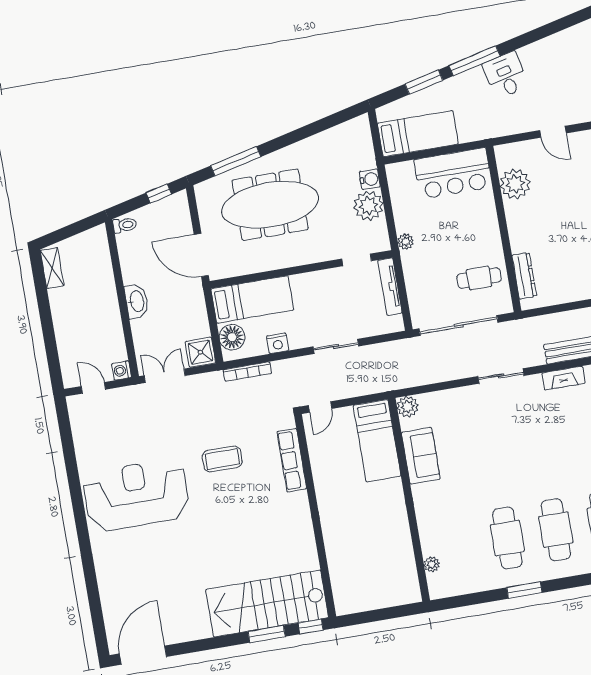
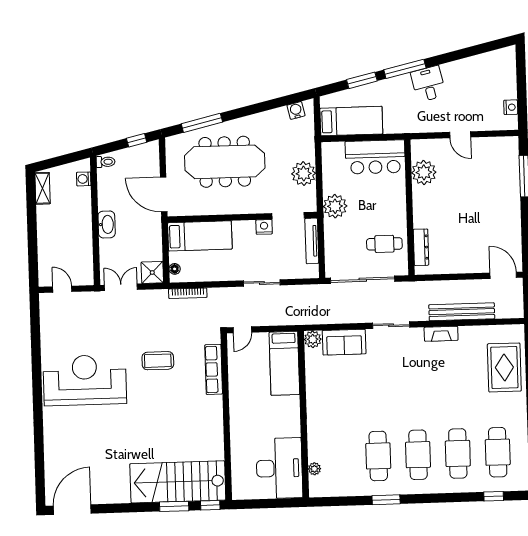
water cooler: (370, 179) -> (296, 110), moved, turned -103
plant: (406, 242) -> (335, 206), width x1.88, depth x1.88
doorway: (357, 260) -> (288, 216), width x1.38
floor lamp: (232, 337) -> (175, 269), width x0.53, depth x0.53
nightstand: (278, 343) -> (264, 227), moved, turned 180
washing machine: (122, 370) -> (84, 179), moved
sofa: (421, 456) -> (344, 342), moved, turned 90
desk: (389, 570) -> (279, 468), added

